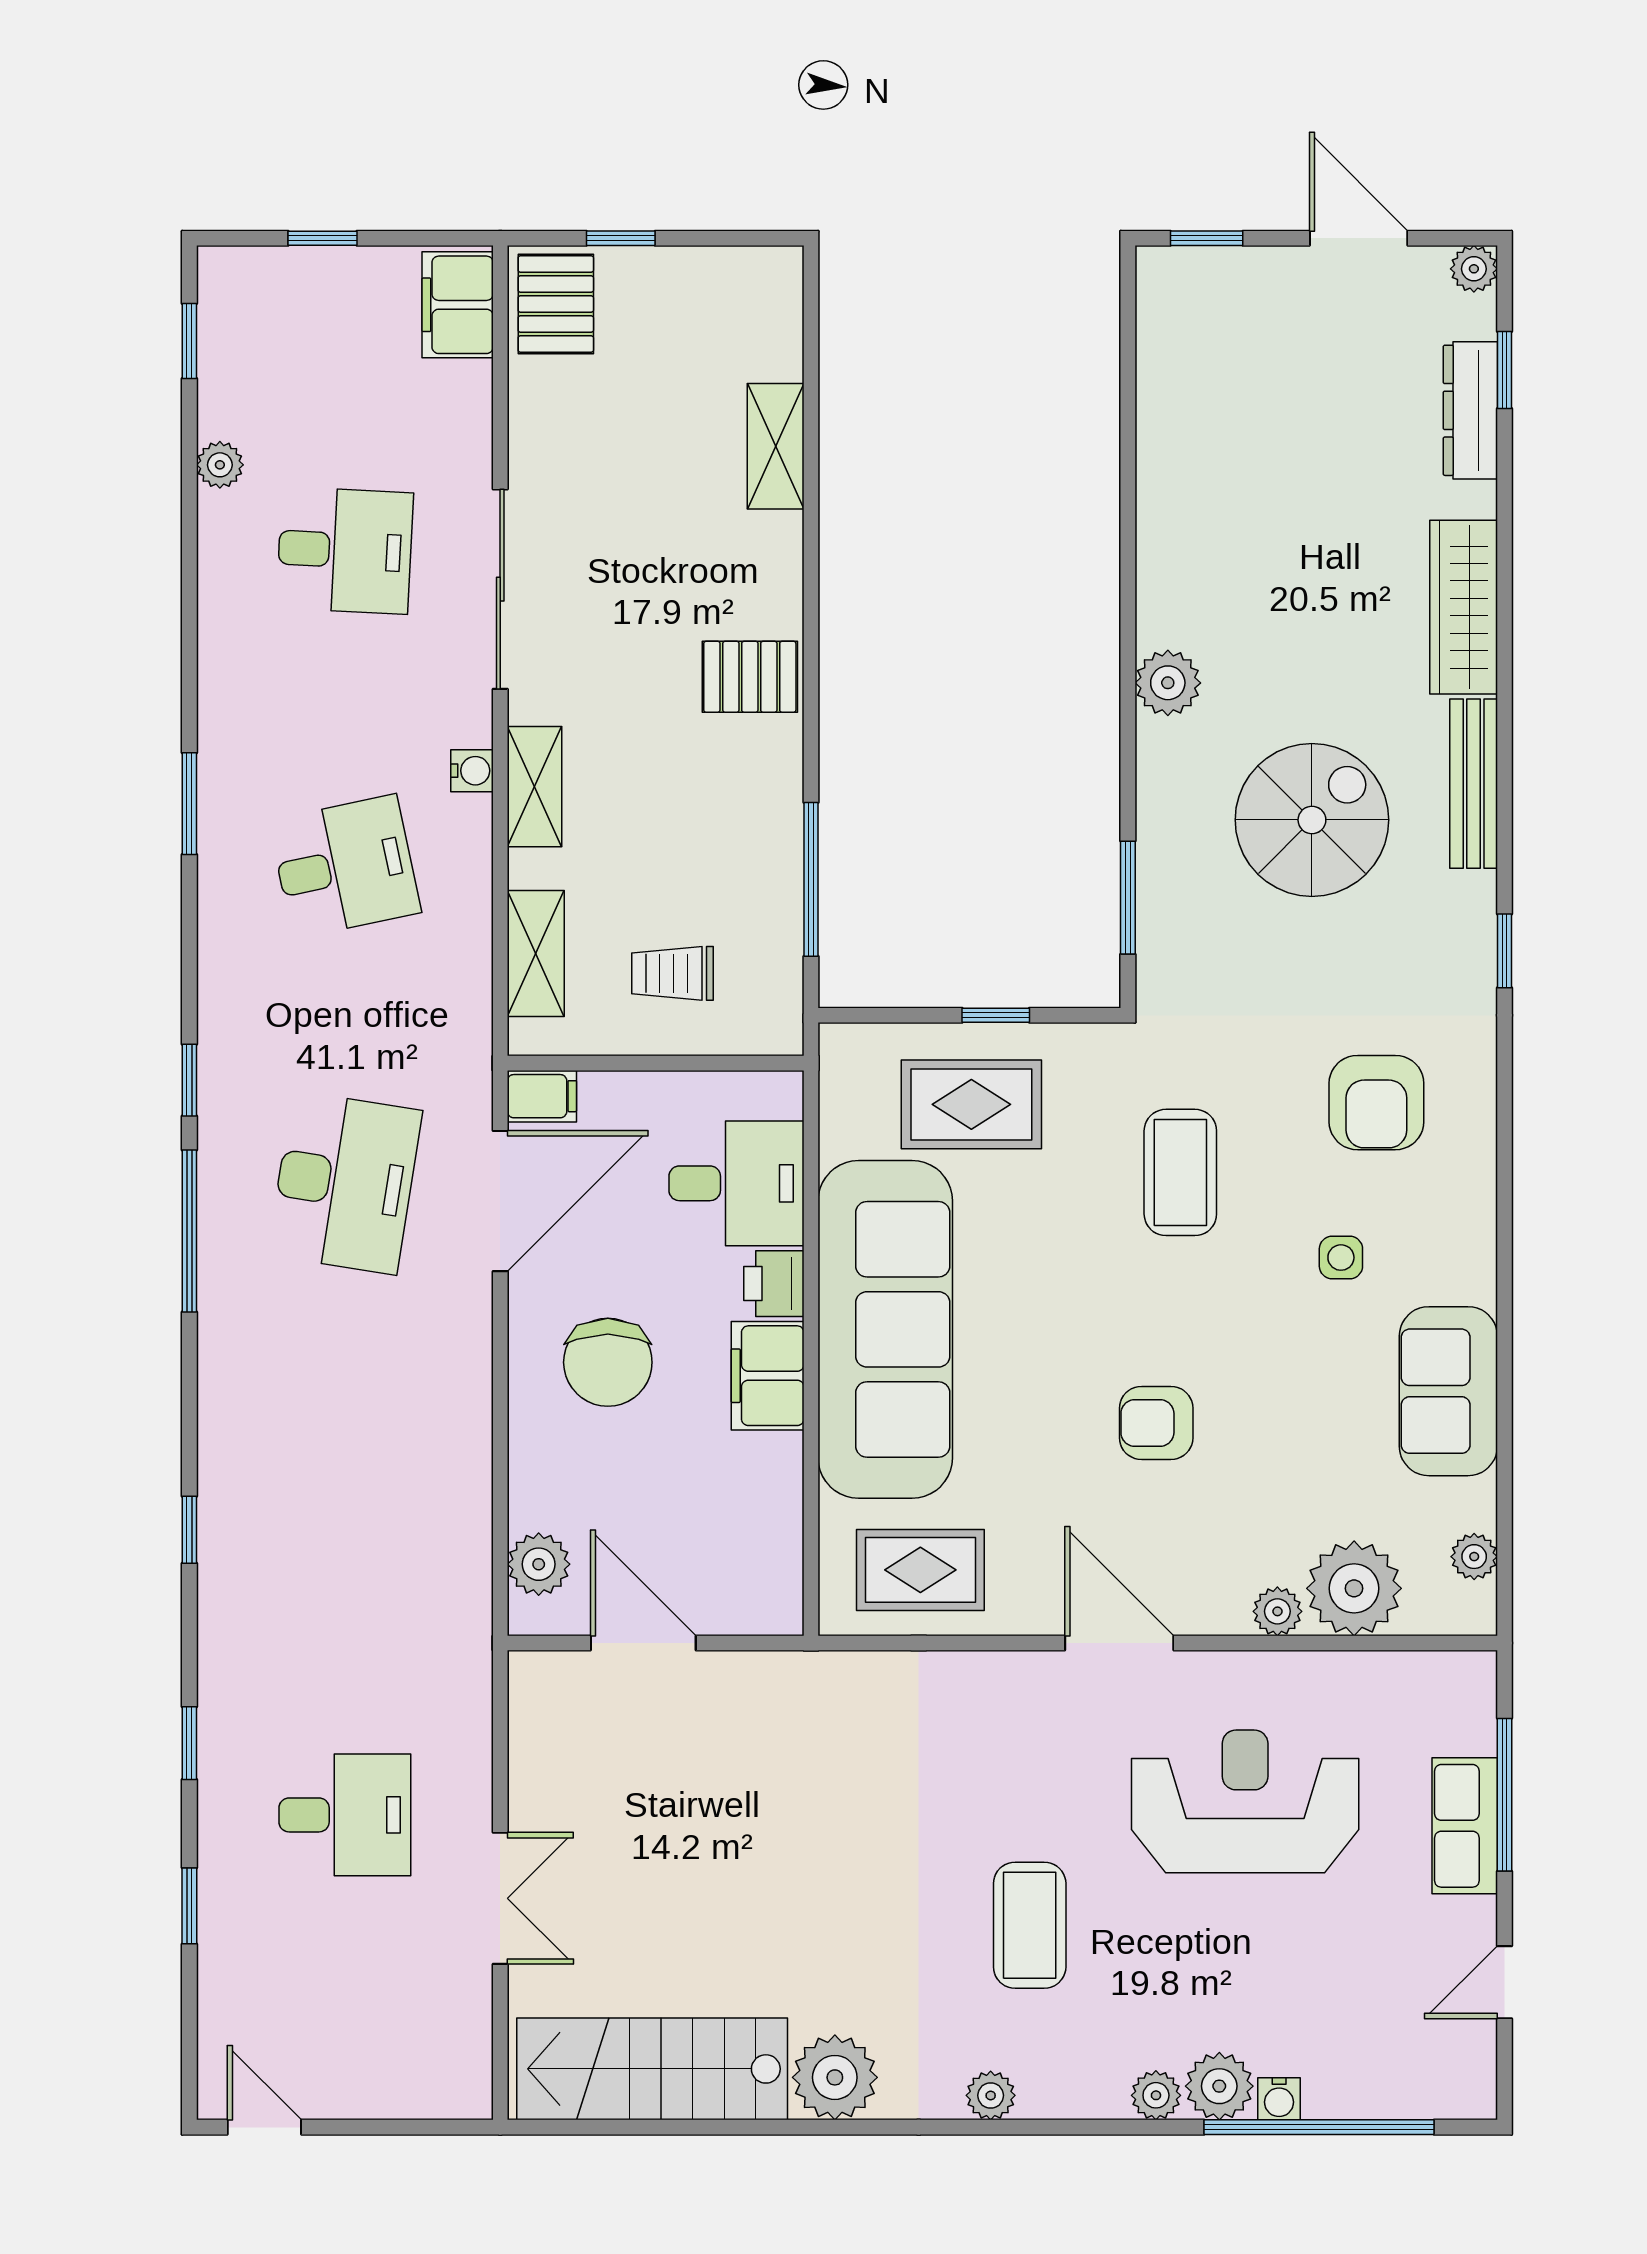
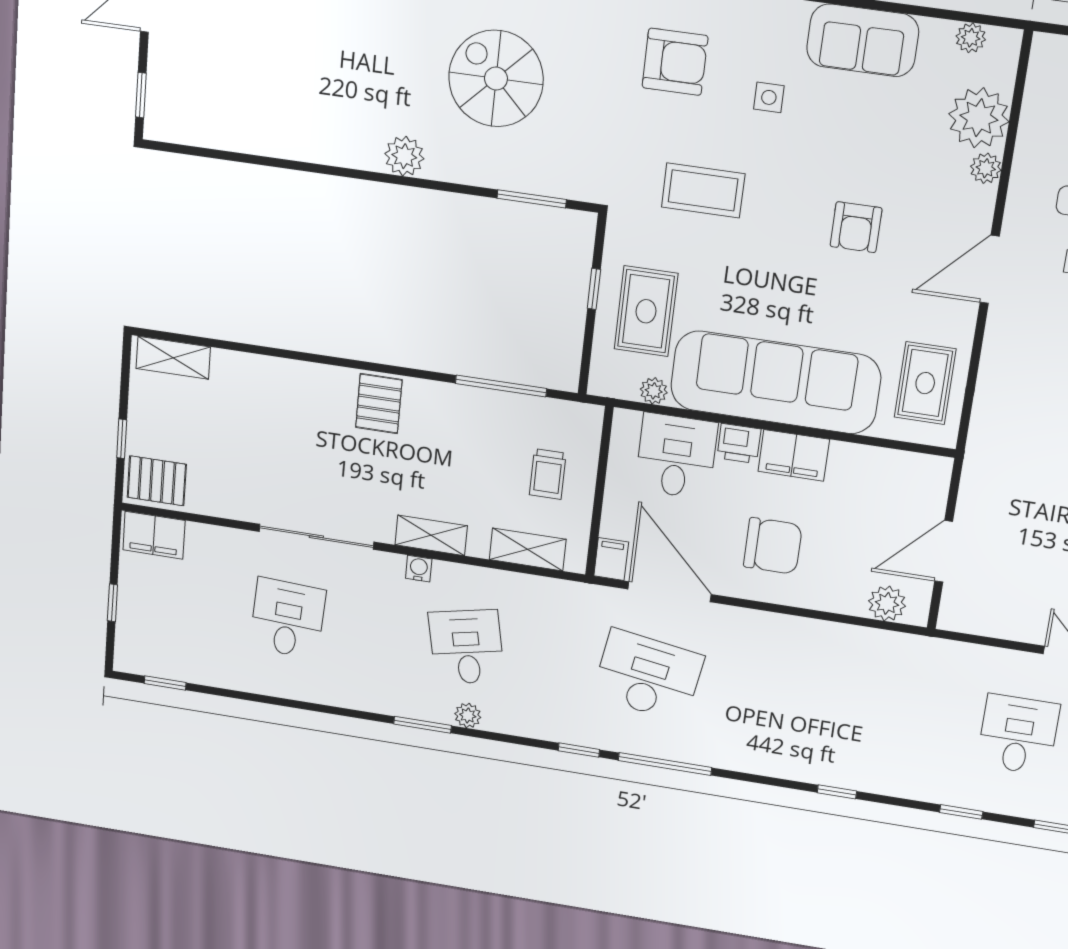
shelving: (776, 446) -> (173, 358), moved
plant: (220, 465) -> (468, 715), moved
plant: (841, 1133) -> (654, 391), added

